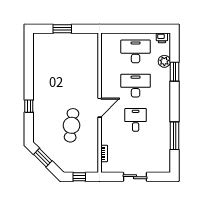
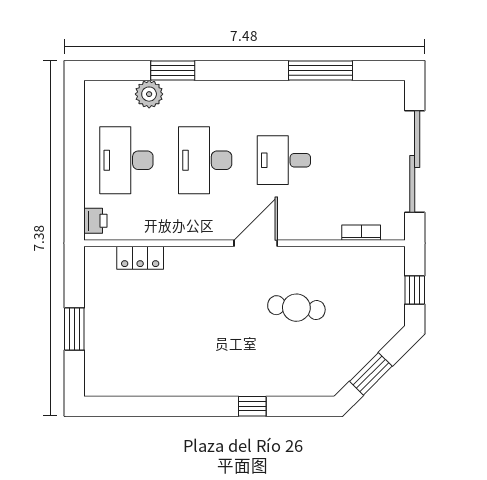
printer: (162, 38) -> (95, 221), moved
locker: (93, 57) -> (140, 258), added
door: (100, 108) -> (256, 243), hinge flipped
cafe table: (72, 125) -> (296, 308), width x0.73, depth x0.74
sliding door: (135, 177) -> (415, 161), width x1.86

